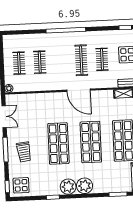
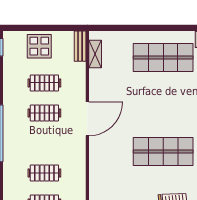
clothes rail: (81, 60) -> (44, 113), width x0.73
shop shelf: (91, 142) -> (163, 104), removed

